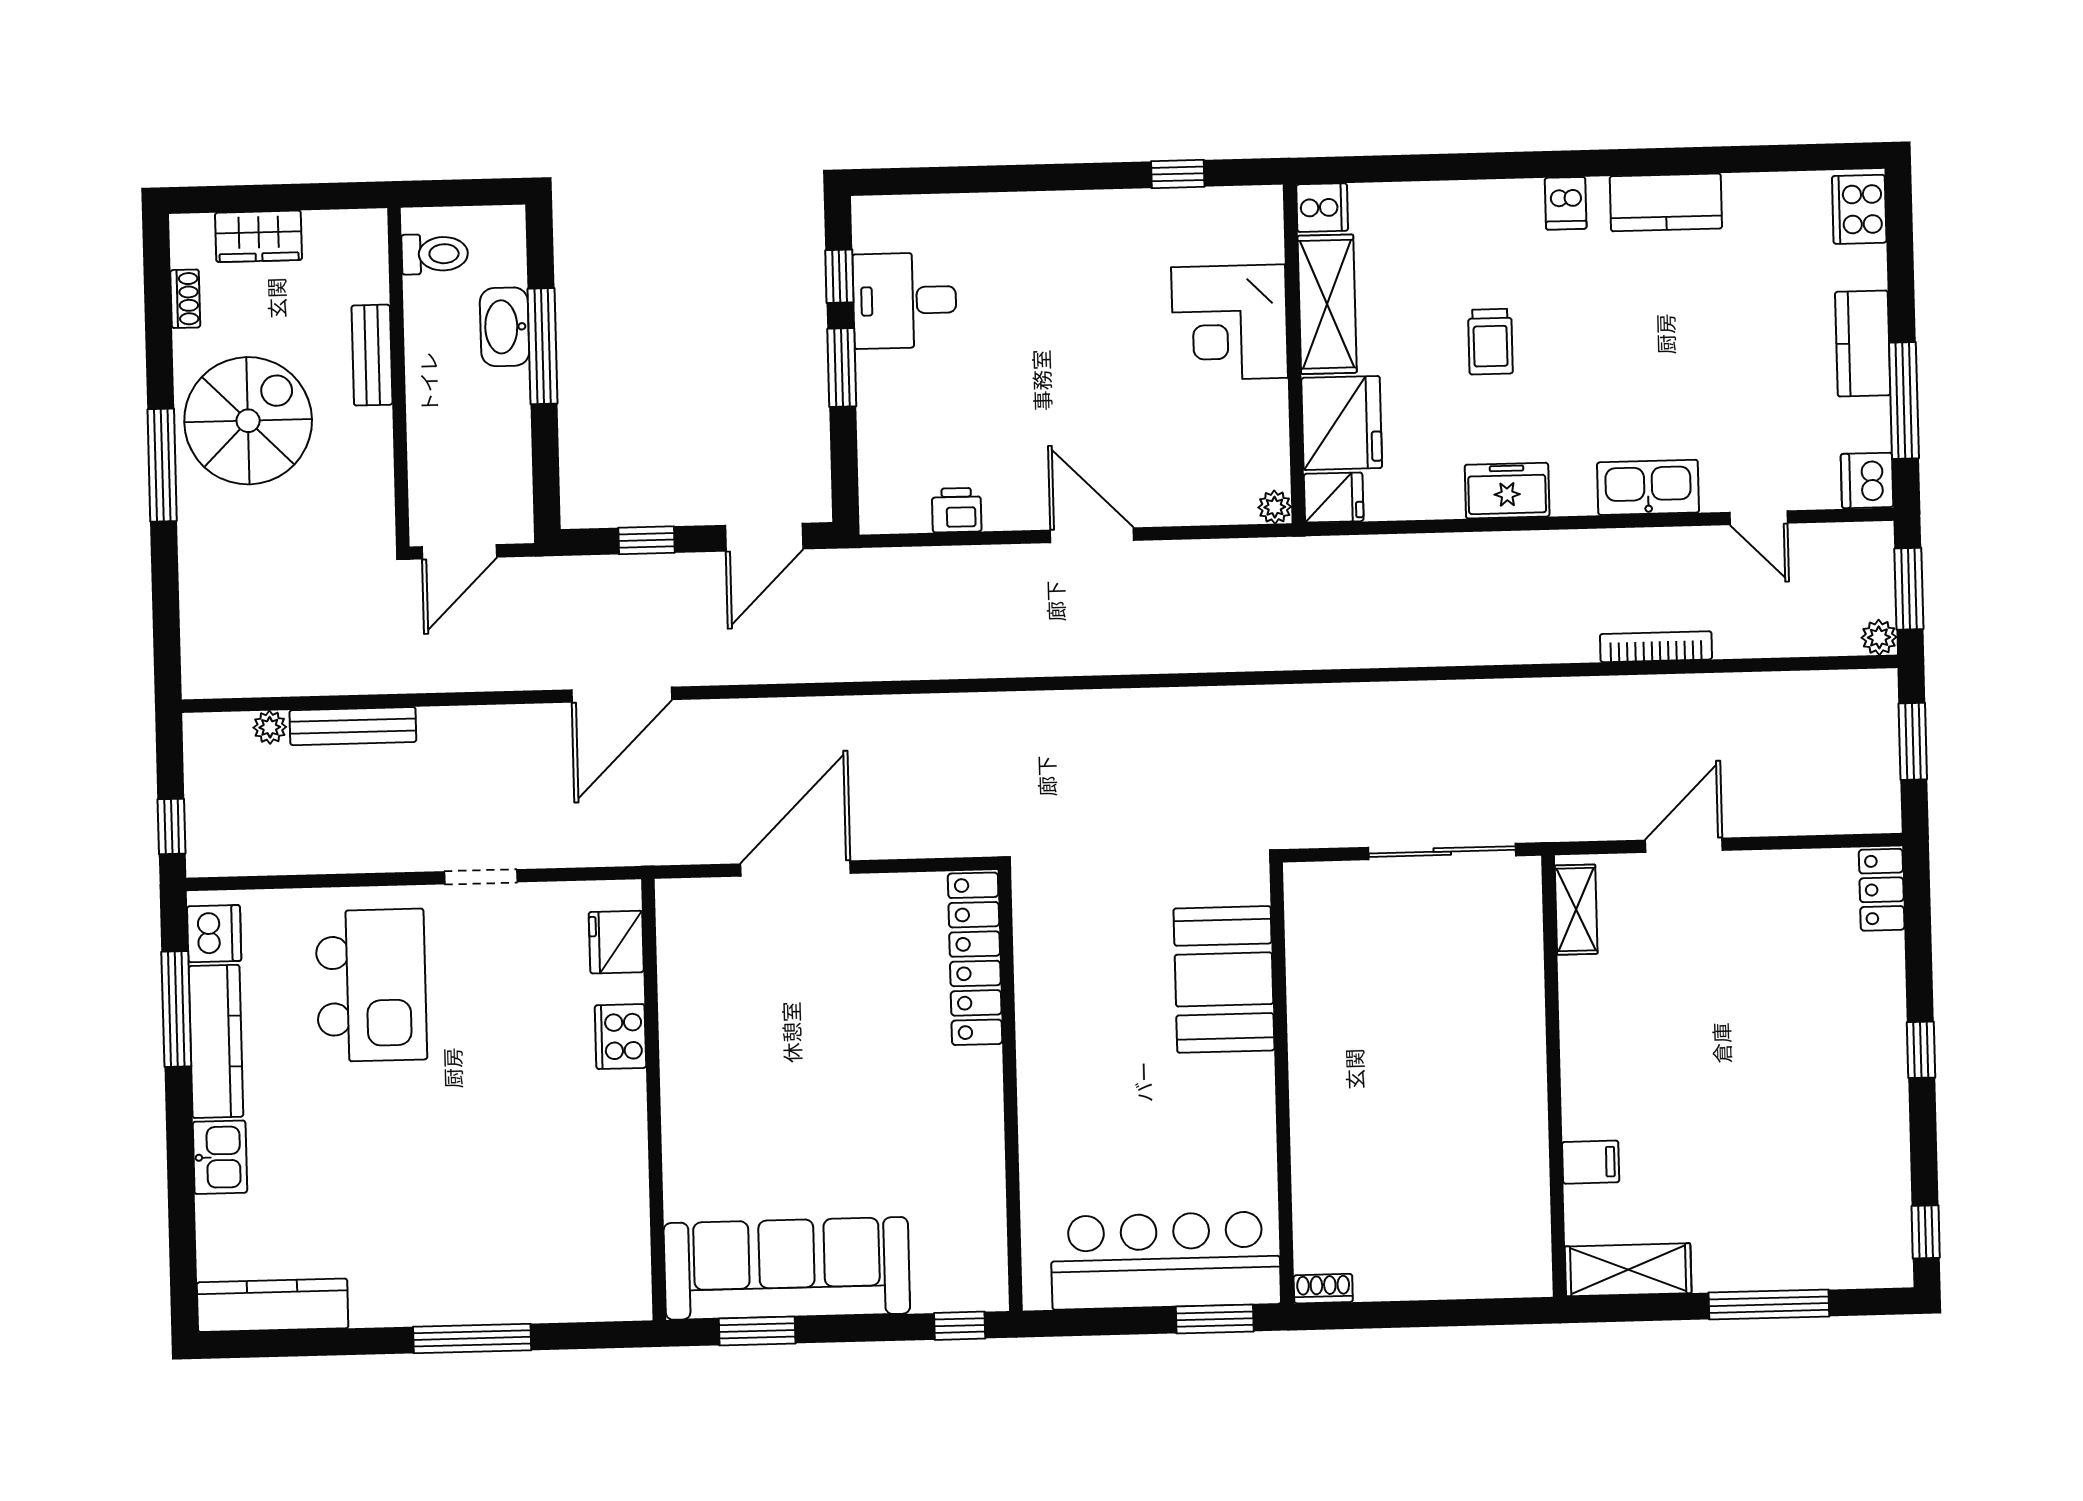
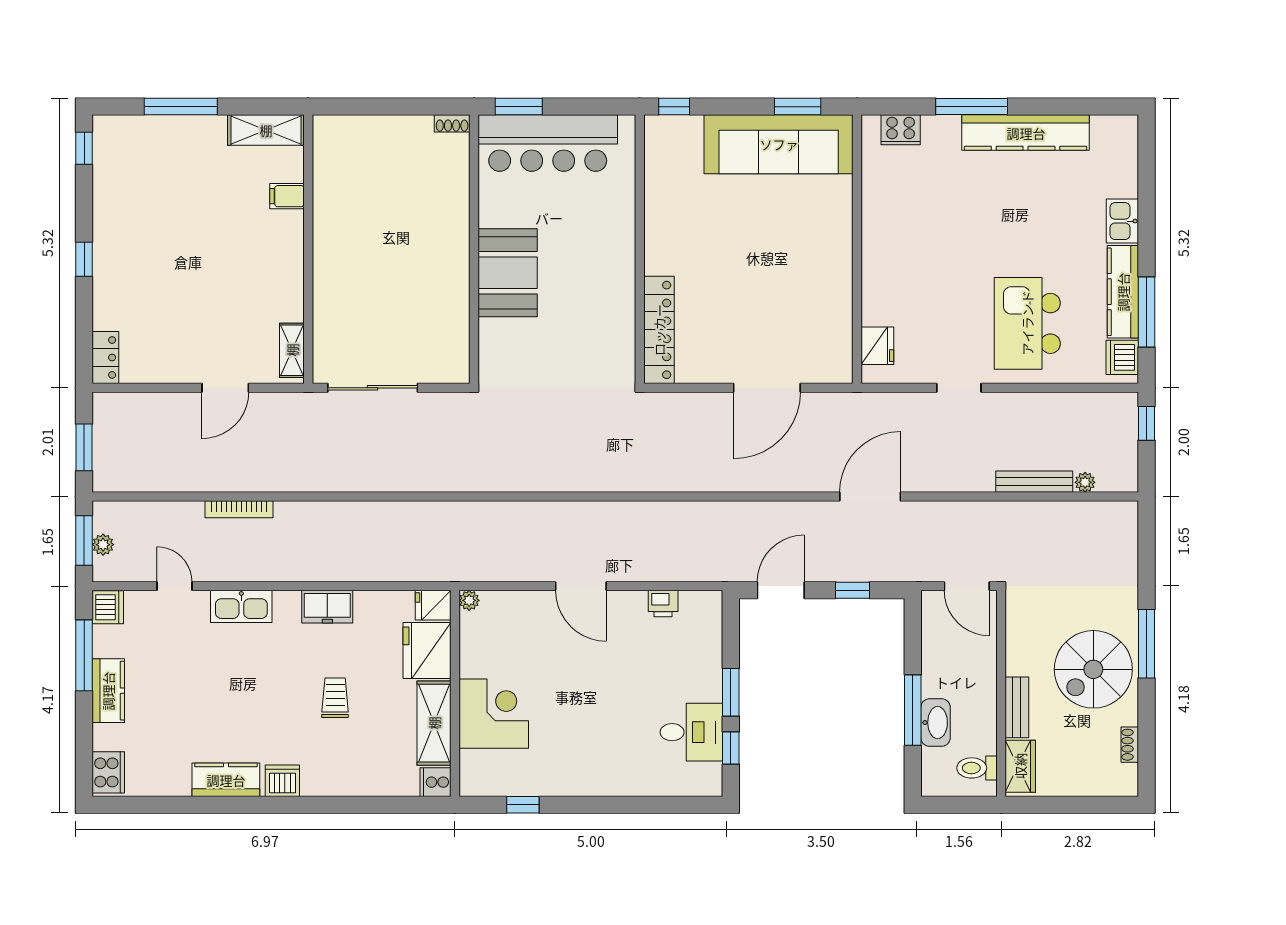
dishwasher: (1566, 203) -> (282, 781), width x1.38
wardrobe: (259, 236) -> (1020, 766), moved, turned 90
door: (459, 552) -> (967, 586), swing flipped
plant: (1879, 637) -> (103, 545), moved
booth: (1224, 979) -> (508, 273), moved
cooker: (620, 1037) -> (901, 130), moved, turned 90
kitchen counter: (273, 1305) -> (1026, 133), moved, width x1.39, depth x1.17

